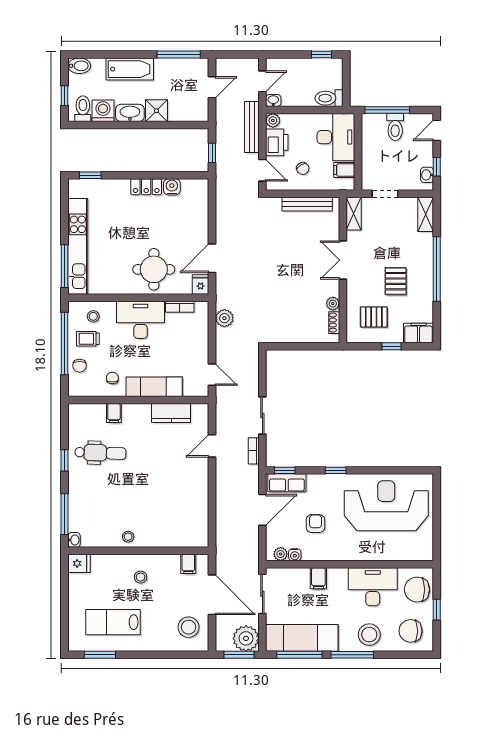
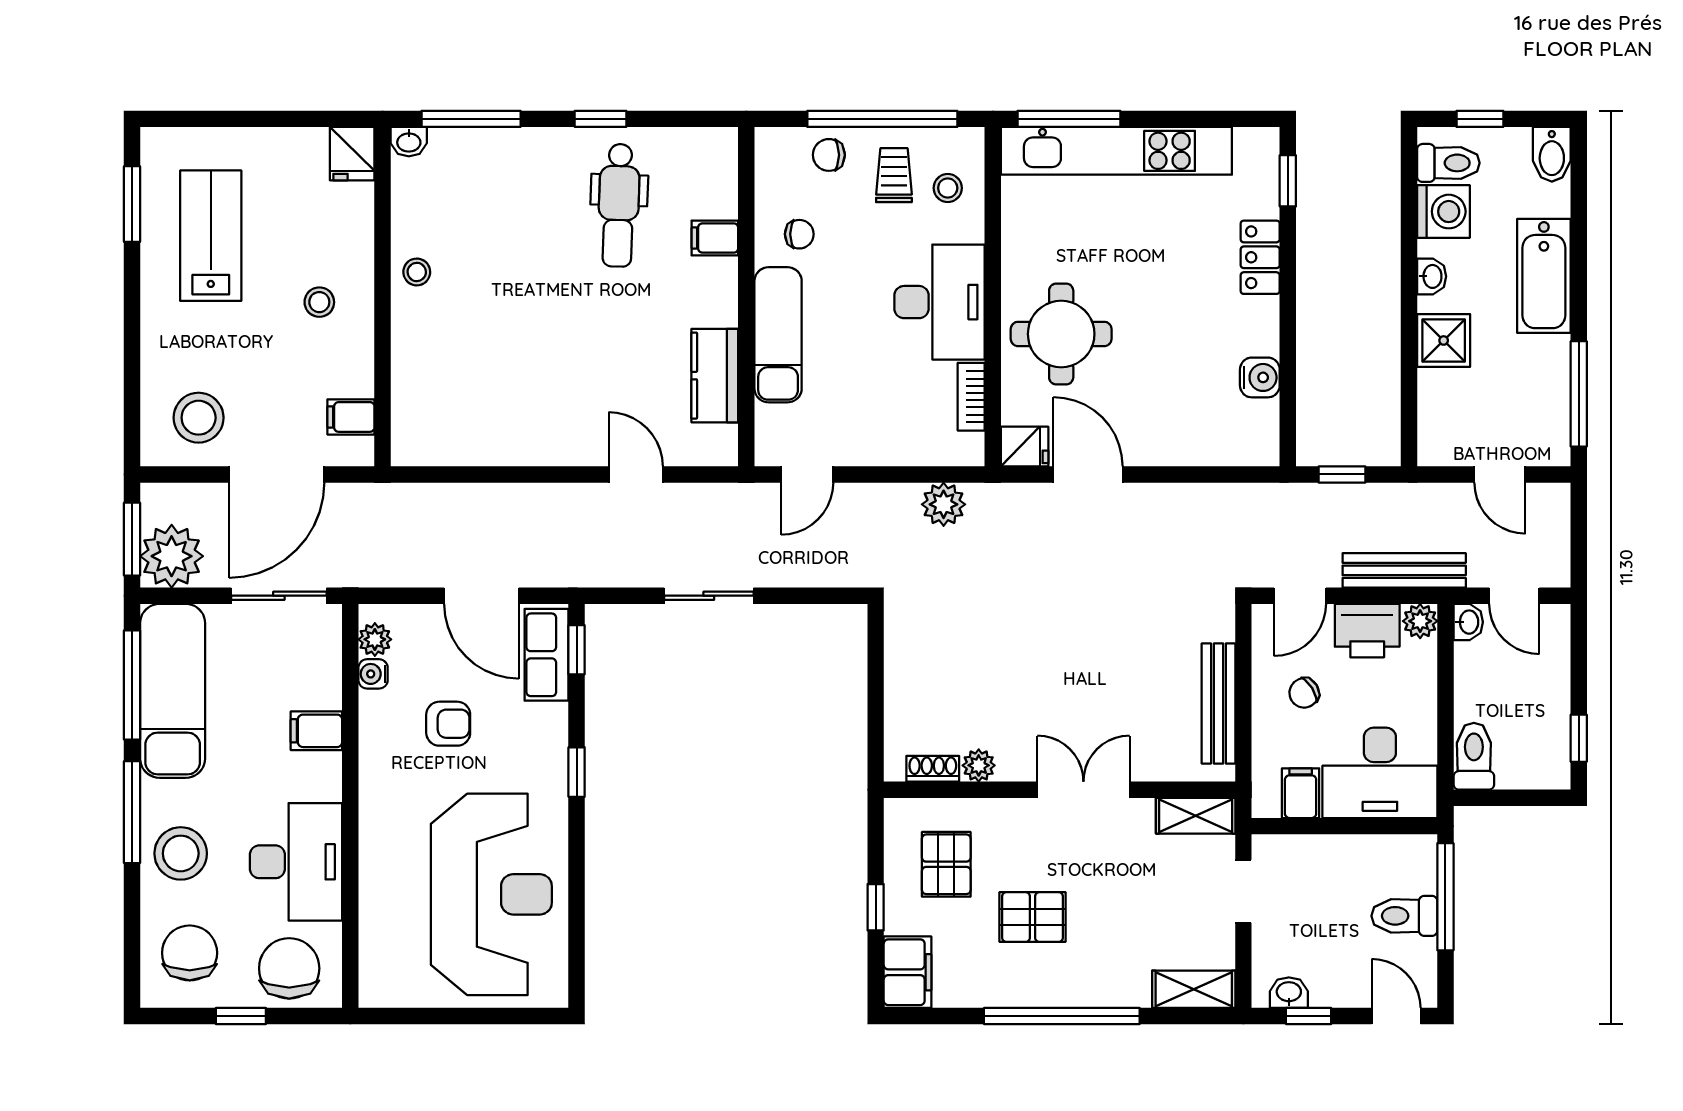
washbasin: (130, 113) -> (1432, 276), width x0.52, depth x0.69
locker: (146, 187) -> (1260, 257), moved
bookcase: (254, 451) -> (624, 575), removed

